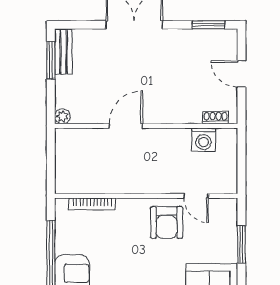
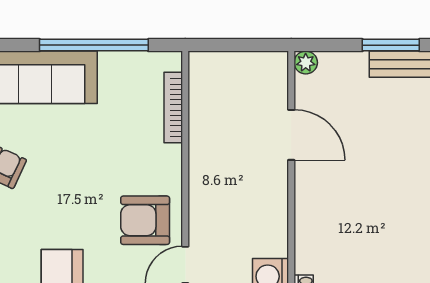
door: (126, 126) -> (291, 135), moved

